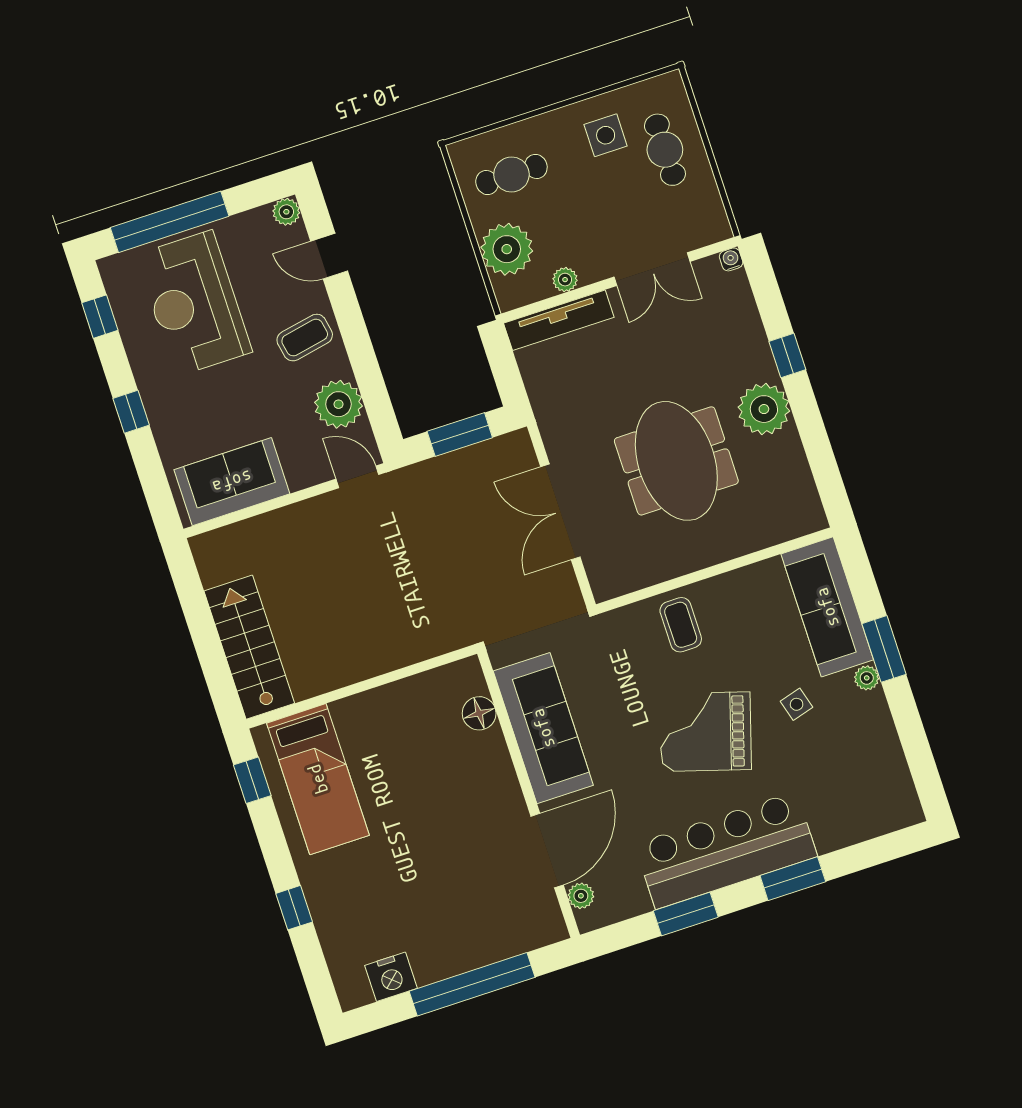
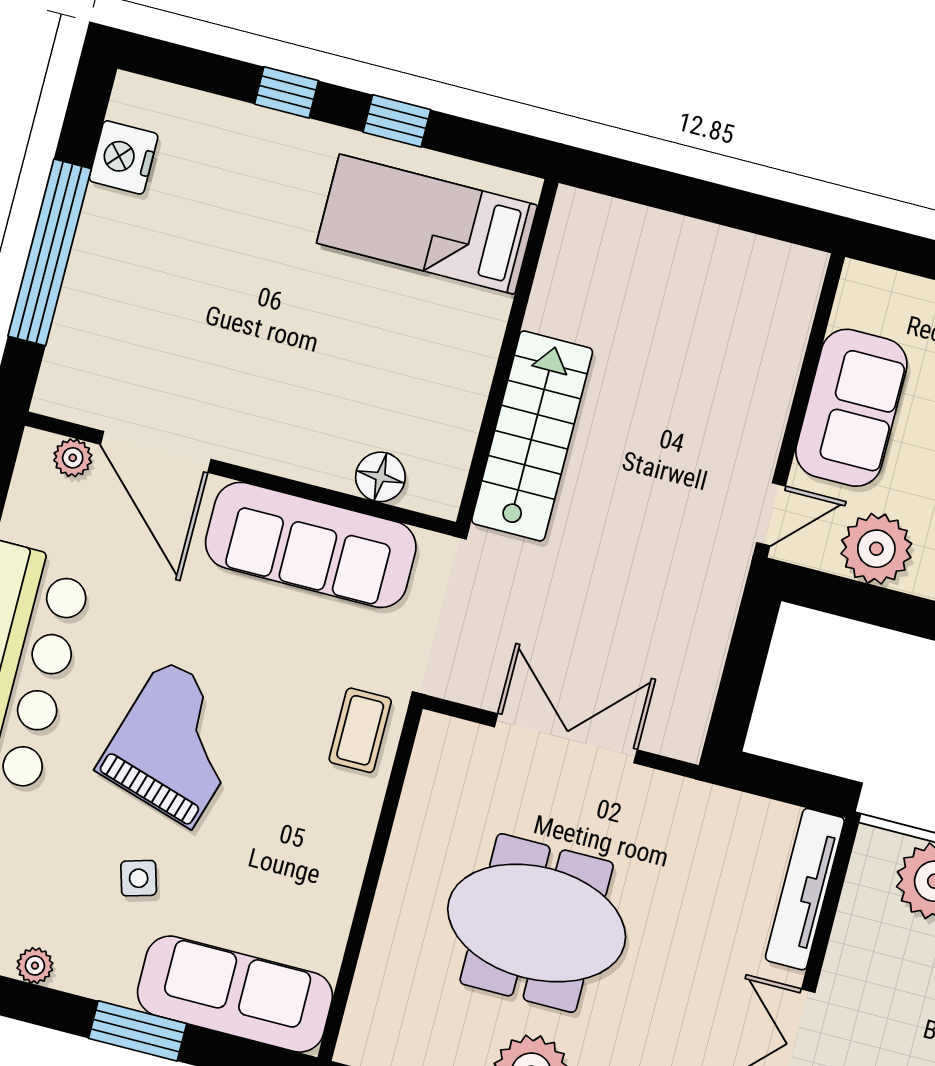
plant: (565, 280) -> (850, 929), removed
window: (460, 435) -> (742, 675), removed
sofa: (232, 482) -> (851, 408), moved
coffee table: (681, 625) -> (360, 730), moved, turned 90
stairs: (249, 647) -> (532, 436), moved, turned -90
plant: (867, 678) -> (35, 966), moved
window: (252, 780) -> (397, 121), moved

